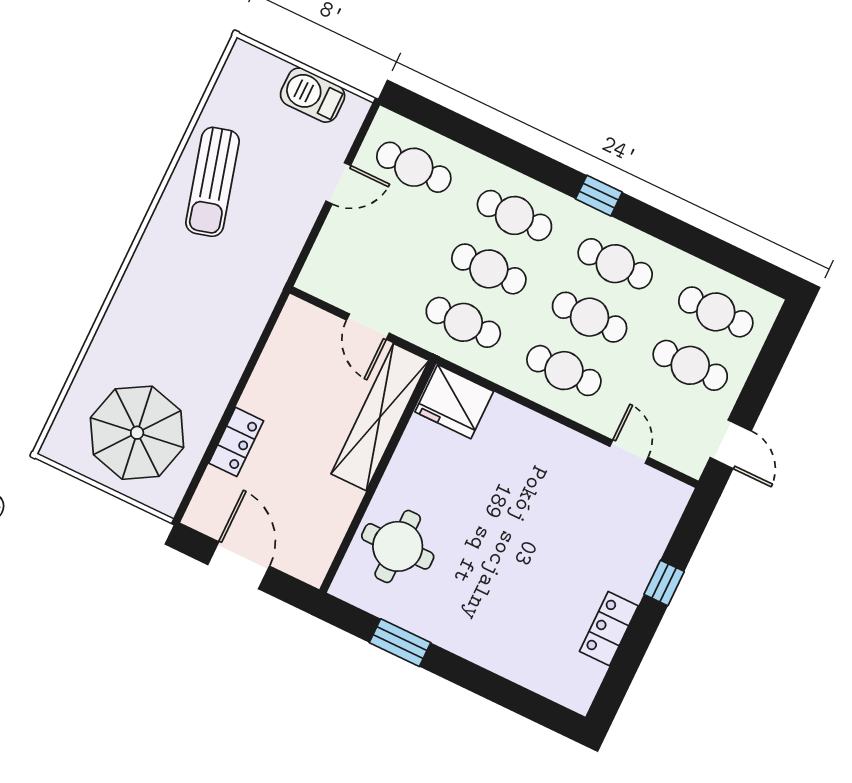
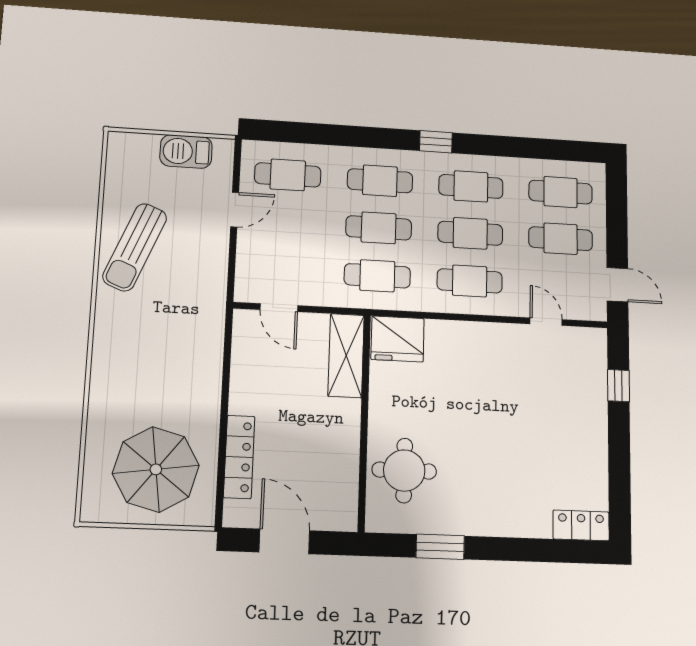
sun lounger: (212, 182) -> (135, 247), turned 37
door: (368, 327) -> (279, 308), moved
shelving: (380, 417) -> (346, 356), width x0.68
locker: (236, 442) -> (239, 457), width x1.53
window: (664, 583) -> (618, 386), moved
locker: (609, 629) -> (581, 525), moved, turned 90

